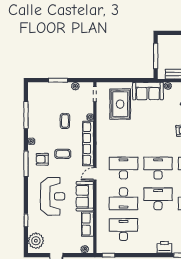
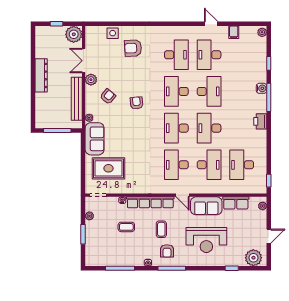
reception desk: (53, 196) -> (206, 240), turned 180

